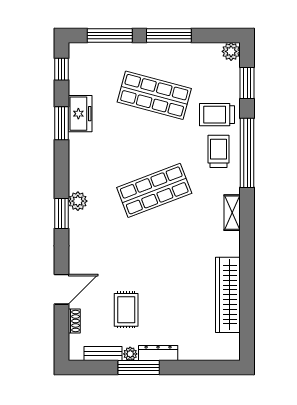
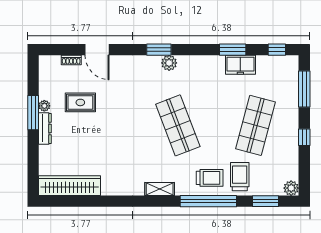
window: (169, 36) -> (304, 137), width x0.46
wardrobe: (228, 295) -> (70, 186), moved
bench: (103, 353) -> (45, 84), removed

